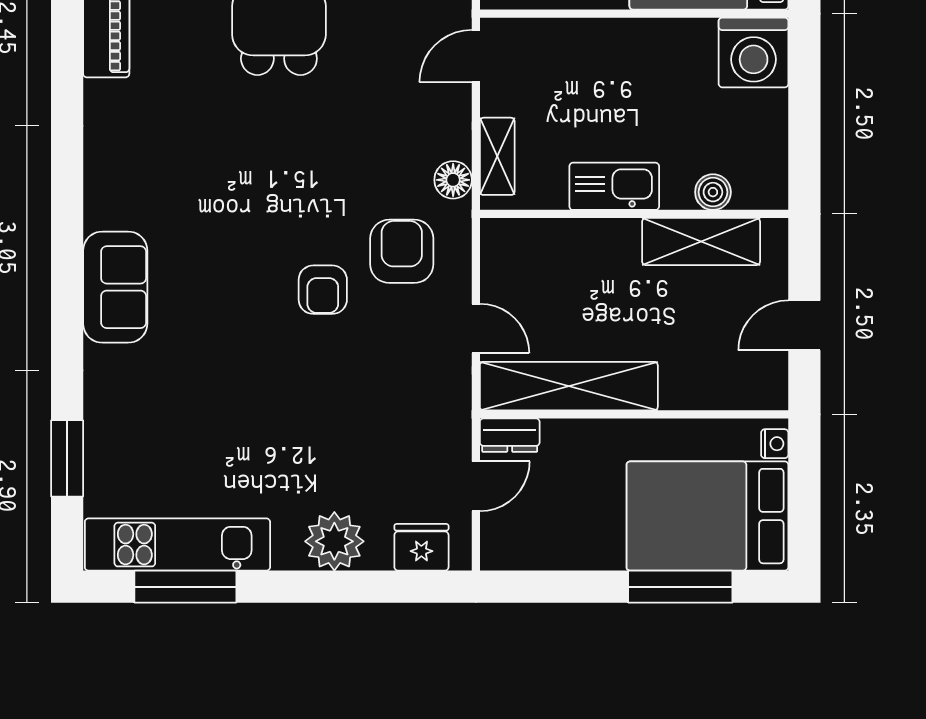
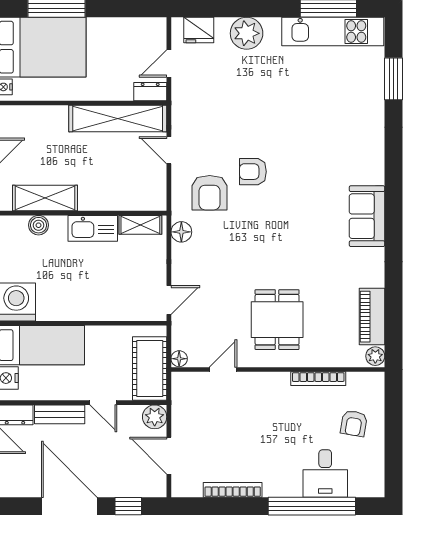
shelving: (497, 156) -> (140, 225), moved, turned 90
sofa: (115, 287) -> (367, 216), moved
armchair: (323, 290) -> (253, 172), turned -90

